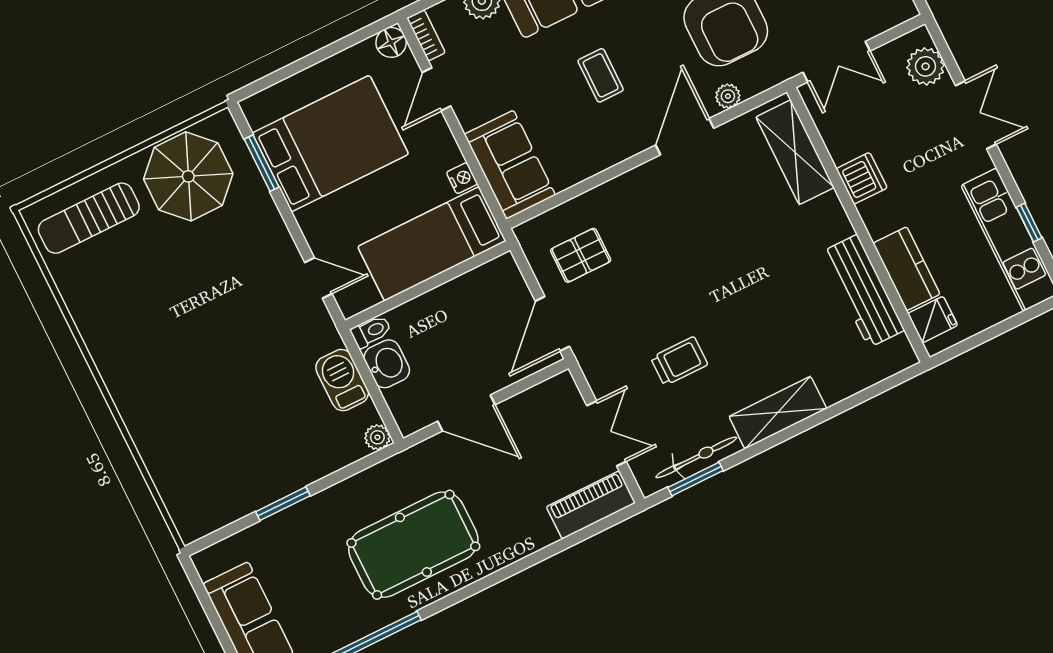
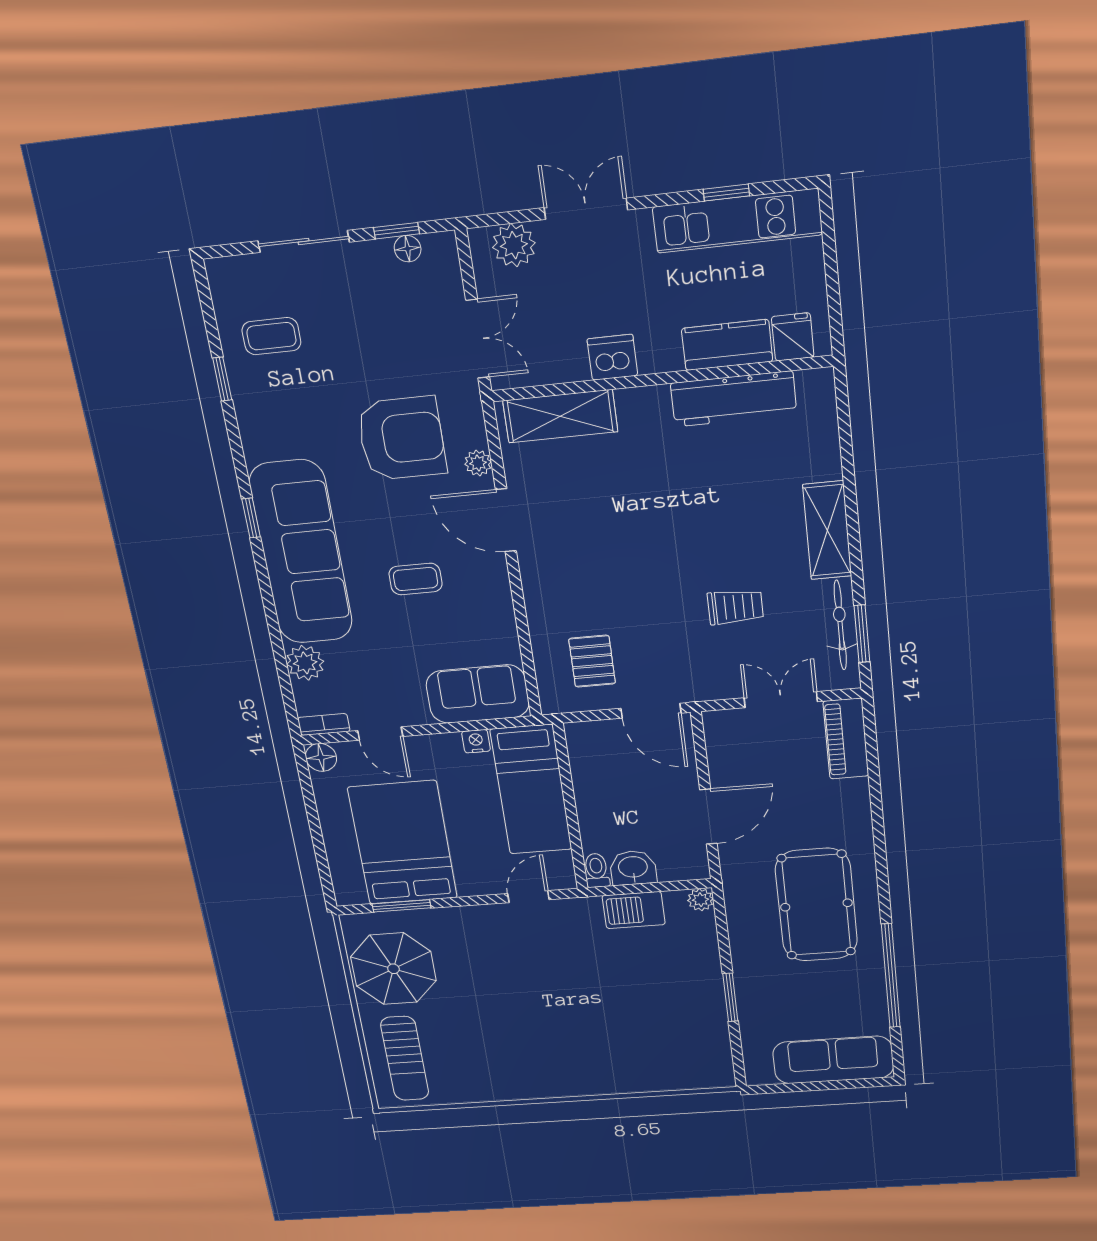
trolley: (679, 361) -> (735, 607), turned 90

